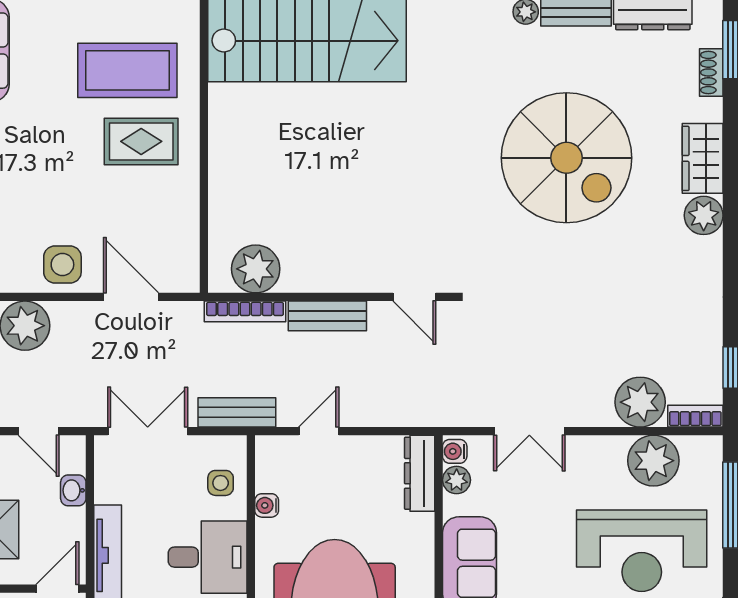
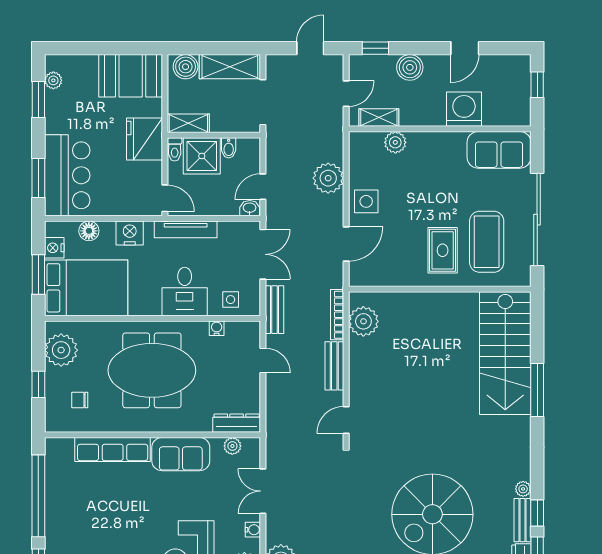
water cooler: (455, 451) -> (253, 530), moved, turned 90
washbasin: (73, 490) -> (250, 208), moved

